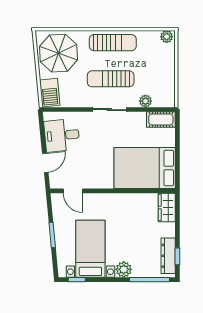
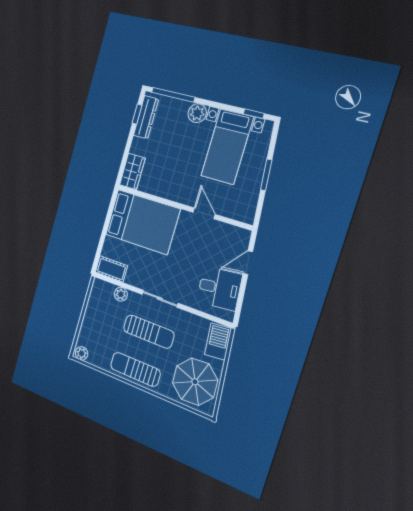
door: (73, 191) -> (204, 213), moved

